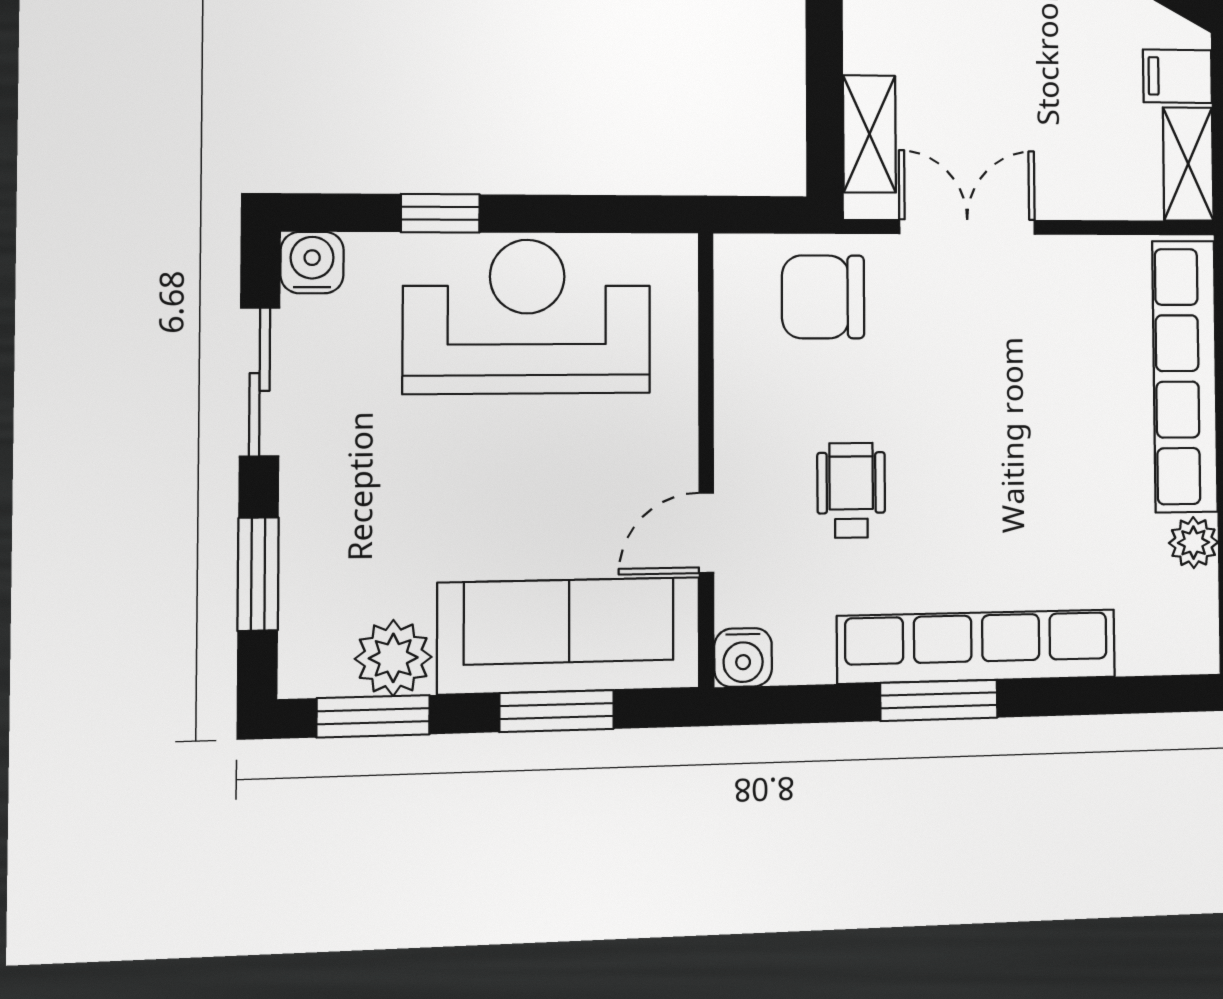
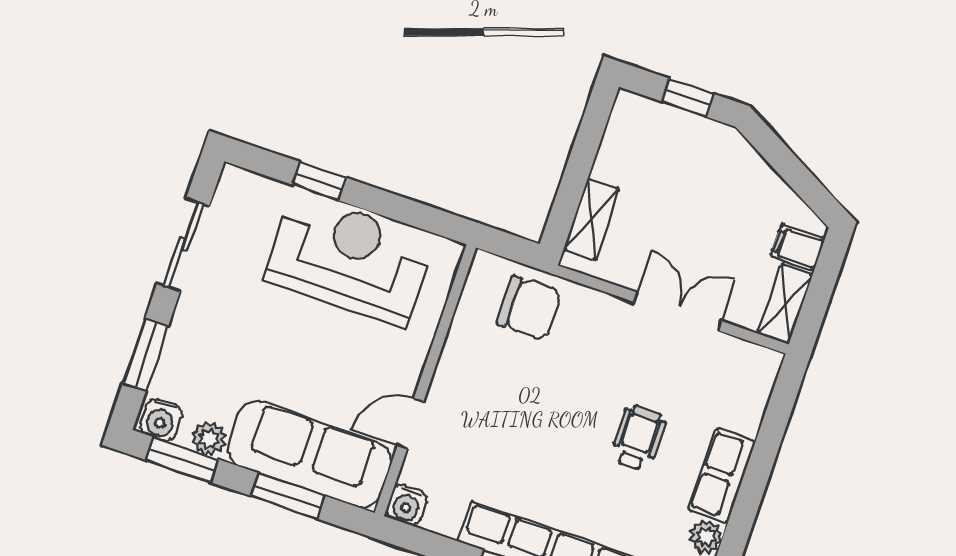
double door: (967, 227) -> (678, 311), moved
water cooler: (312, 263) -> (161, 420), moved, turned 180
chair: (823, 297) -> (529, 308), turned 180
row of seats: (1185, 376) -> (722, 476), width x0.50
wheelchair: (851, 490) -> (638, 438), moved
plant: (393, 658) -> (209, 438), width x0.73, depth x0.73

